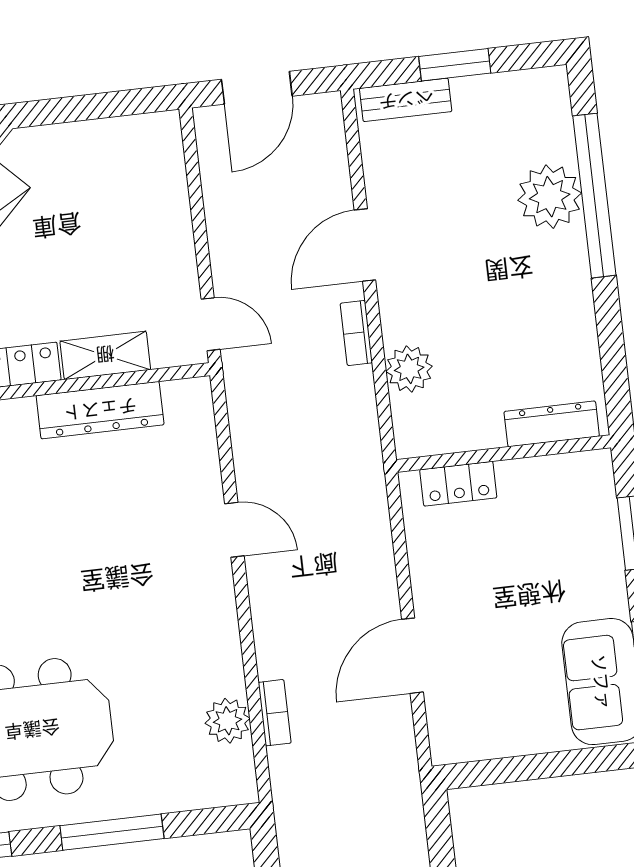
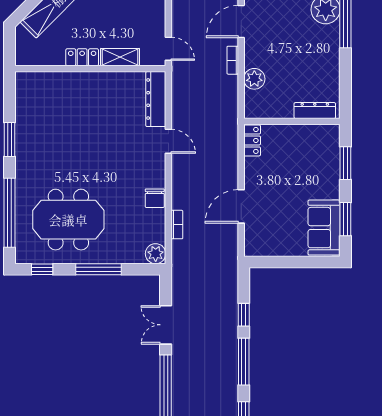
dresser: (100, 410) -> (156, 99), moved, turned 90
locker: (458, 484) -> (252, 140), moved, turned -90
chair: (219, 660) -> (155, 198), added
plant: (227, 721) -> (156, 254), moved

